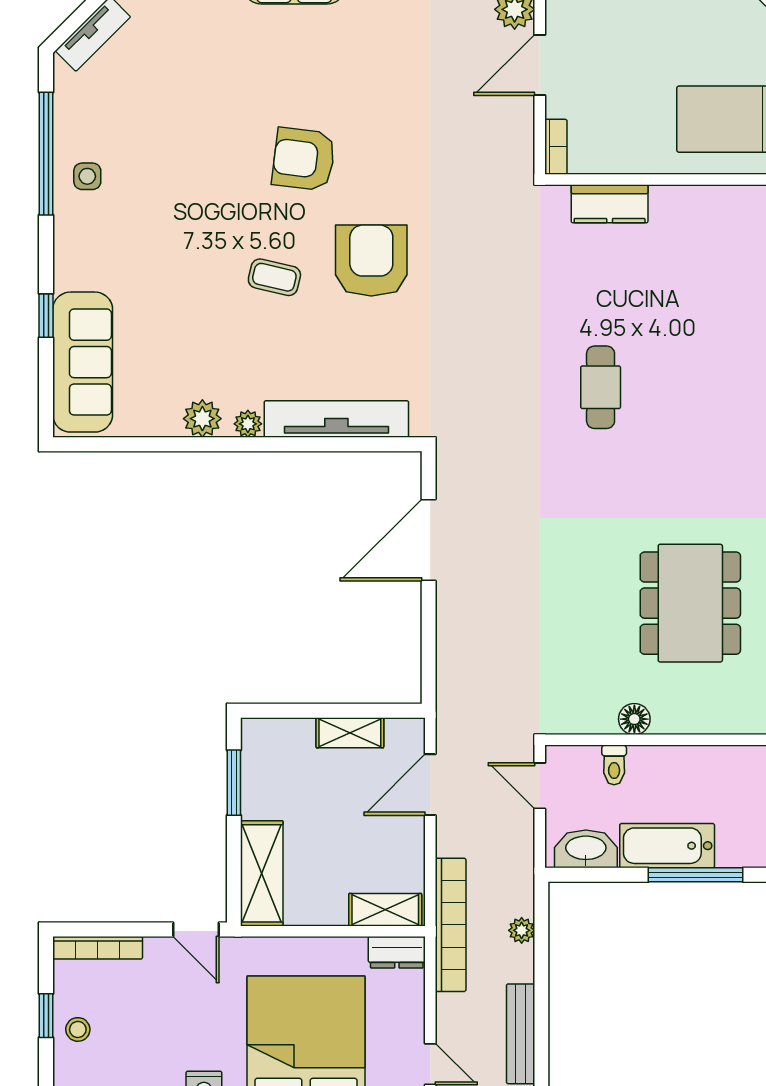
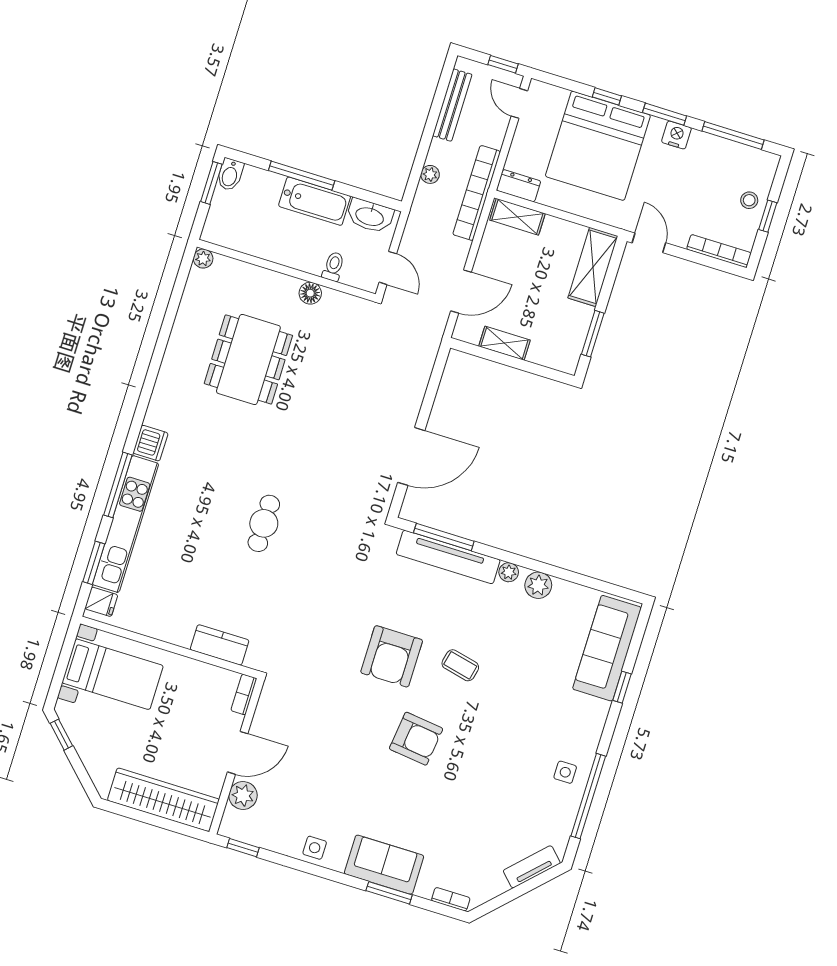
window: (351, 444) -> (444, 537), added

